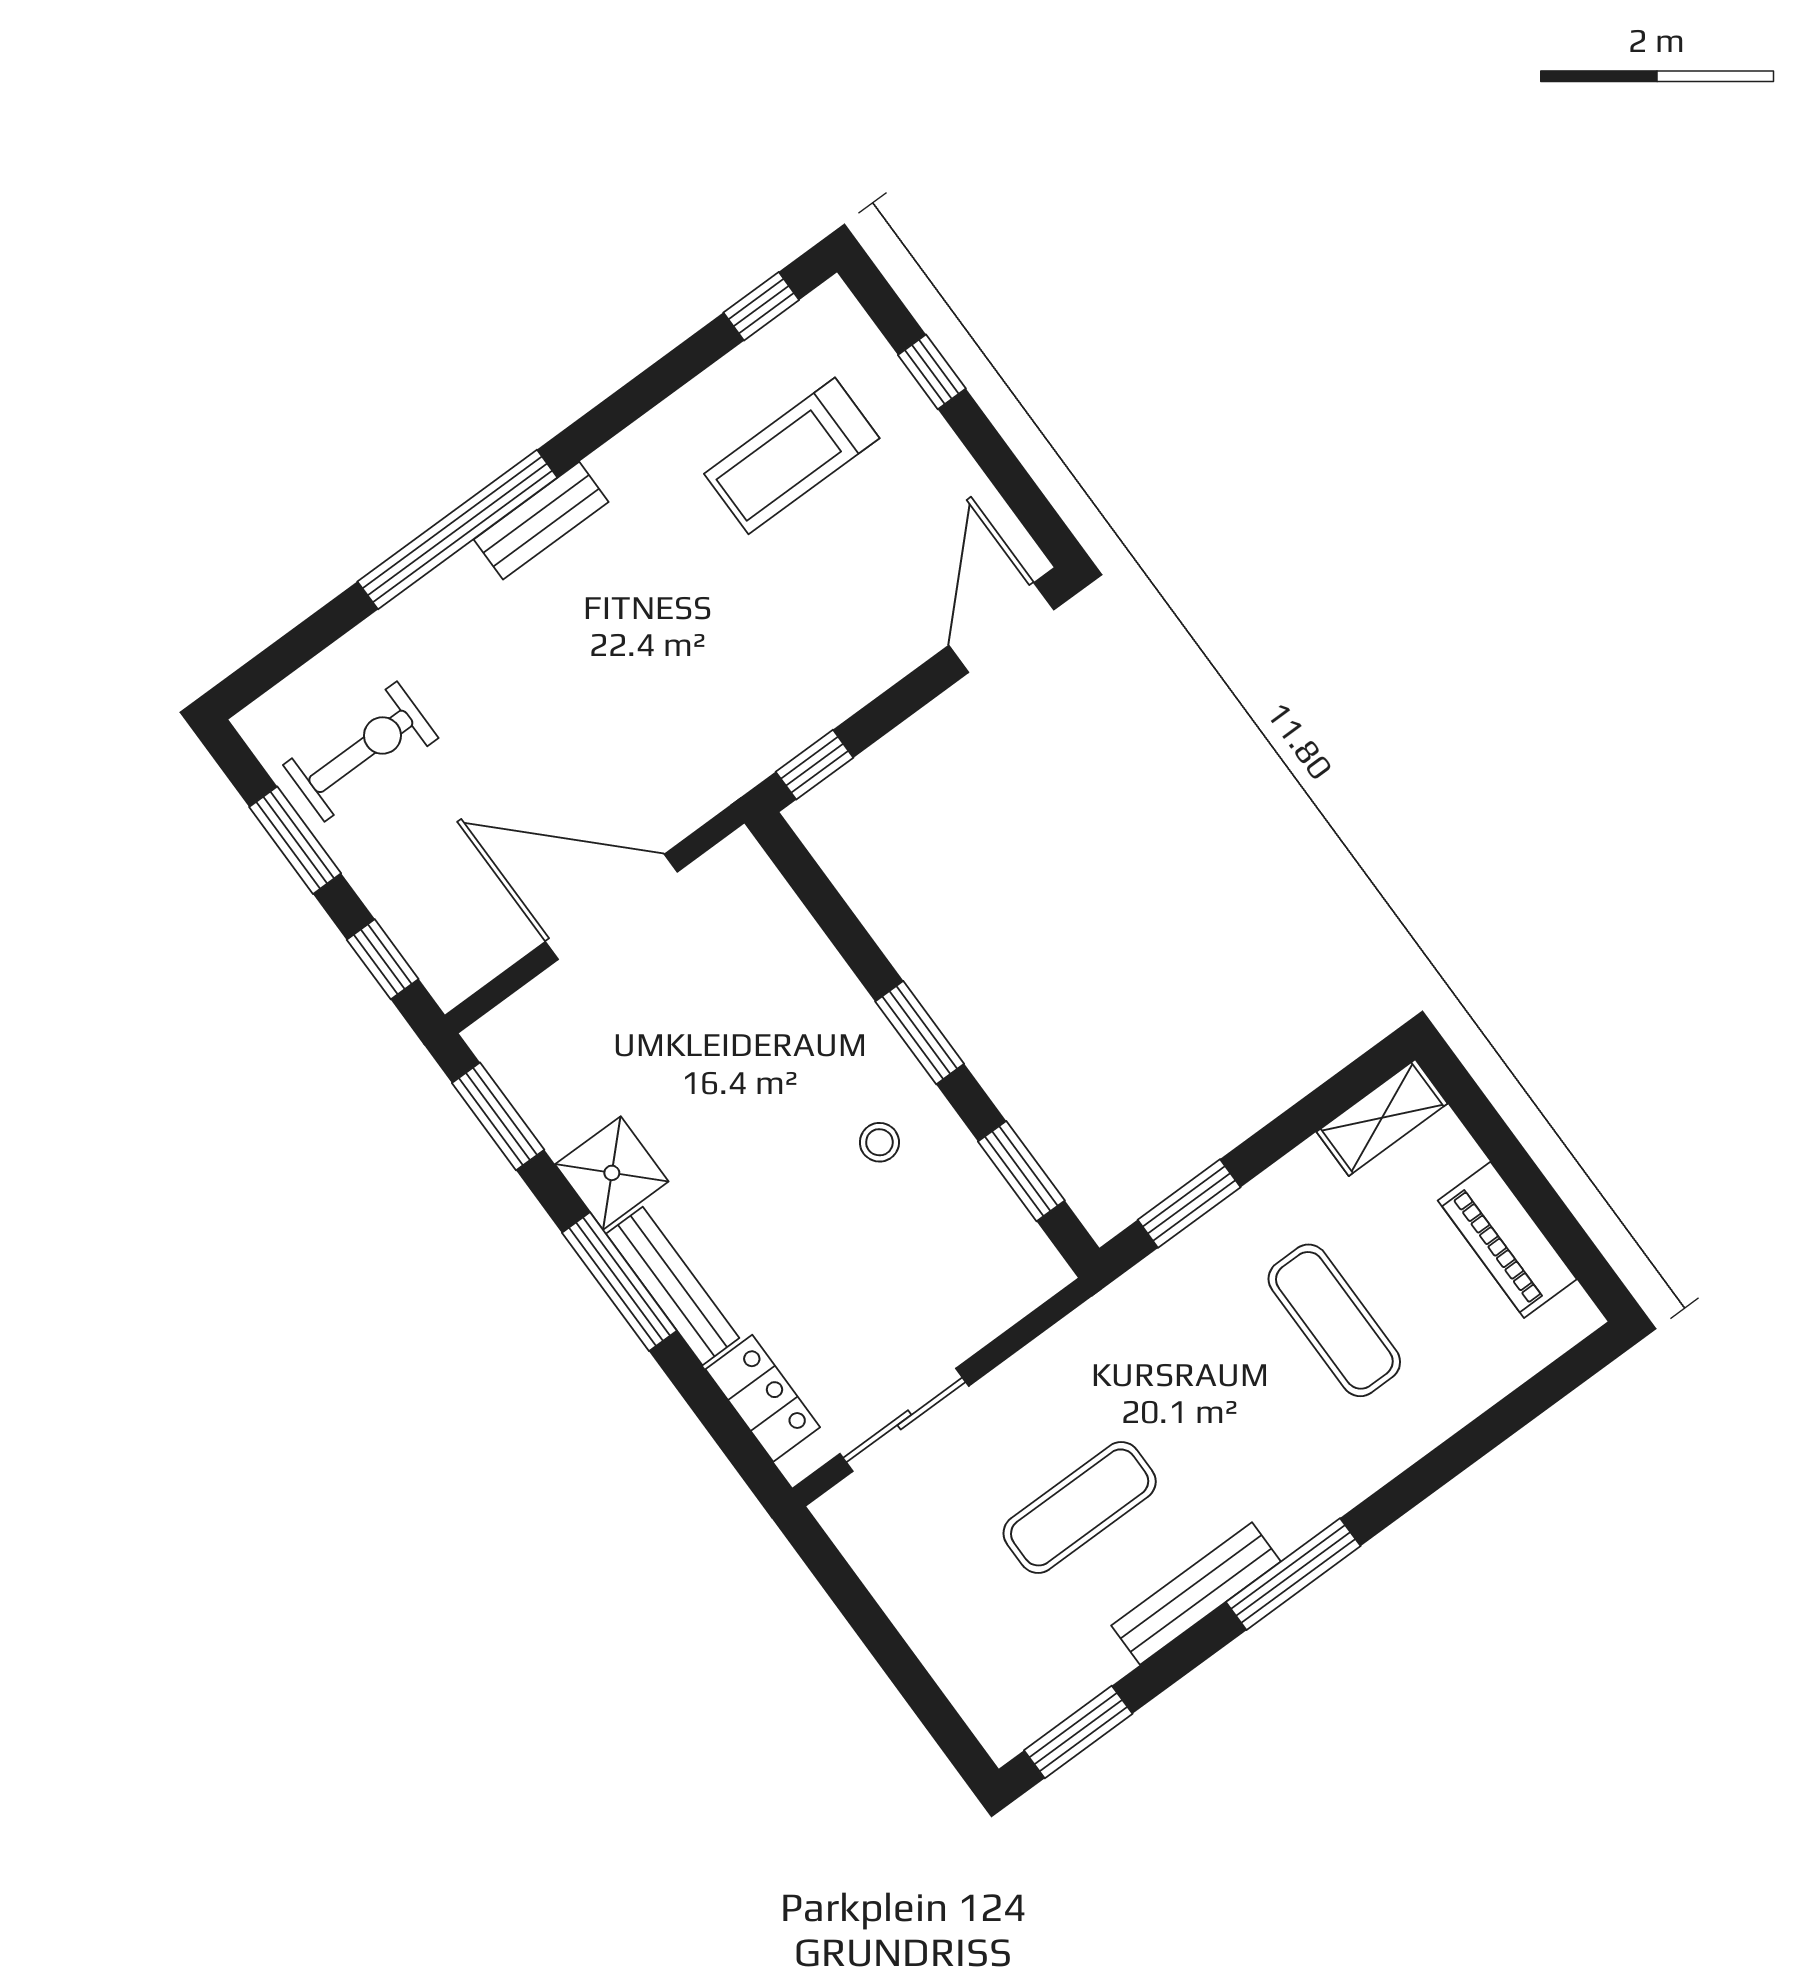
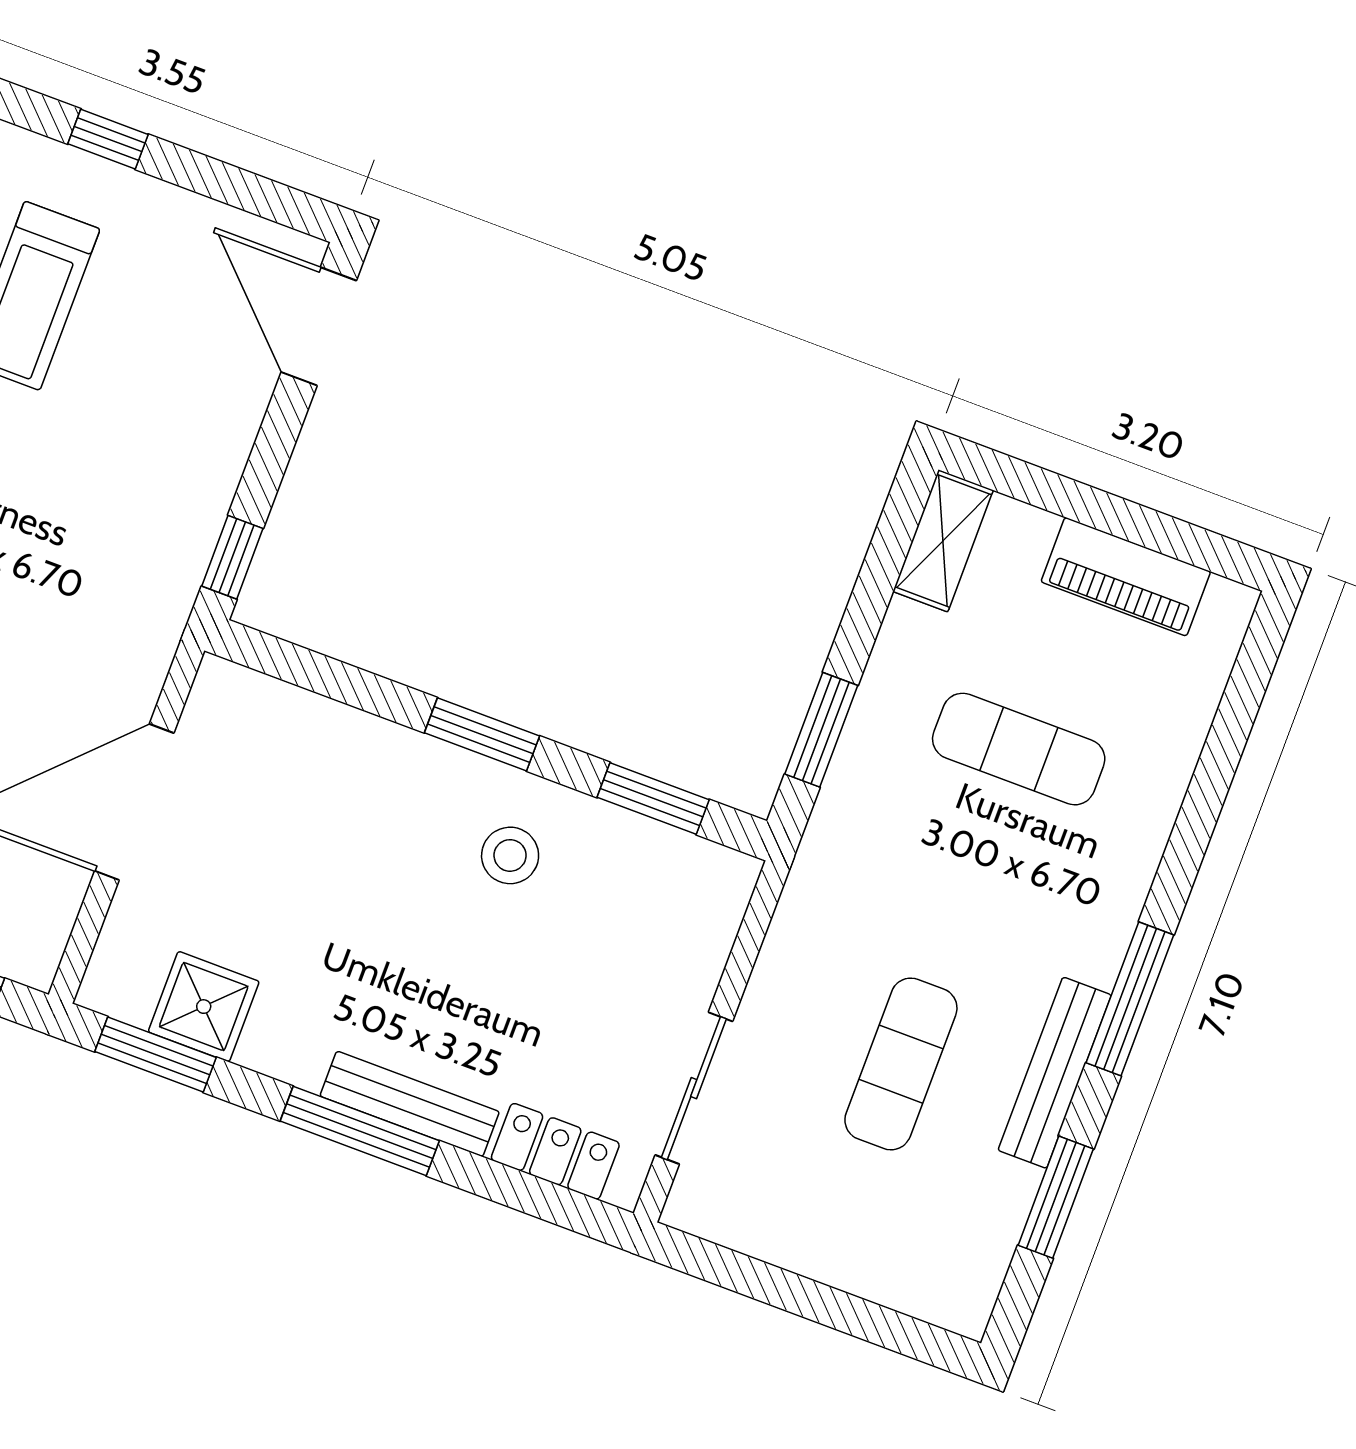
stool: (879, 1142) -> (510, 855), width x1.37, depth x1.37
shower: (612, 1173) -> (204, 1007), moved
window: (1078, 1732) -> (1056, 1197), moved

